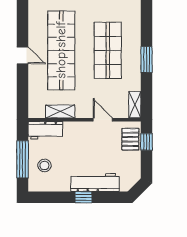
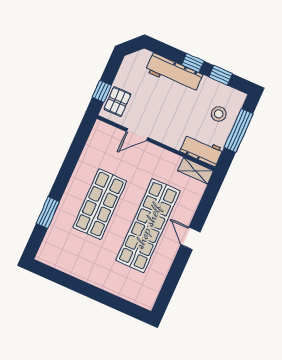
window: (147, 60) -> (48, 213), moved
shelving: (135, 105) -> (97, 135), removed
shelving: (60, 111) -> (196, 171), moved
door: (103, 120) -> (137, 135), hinge flipped
window: (57, 197) -> (221, 75), added

